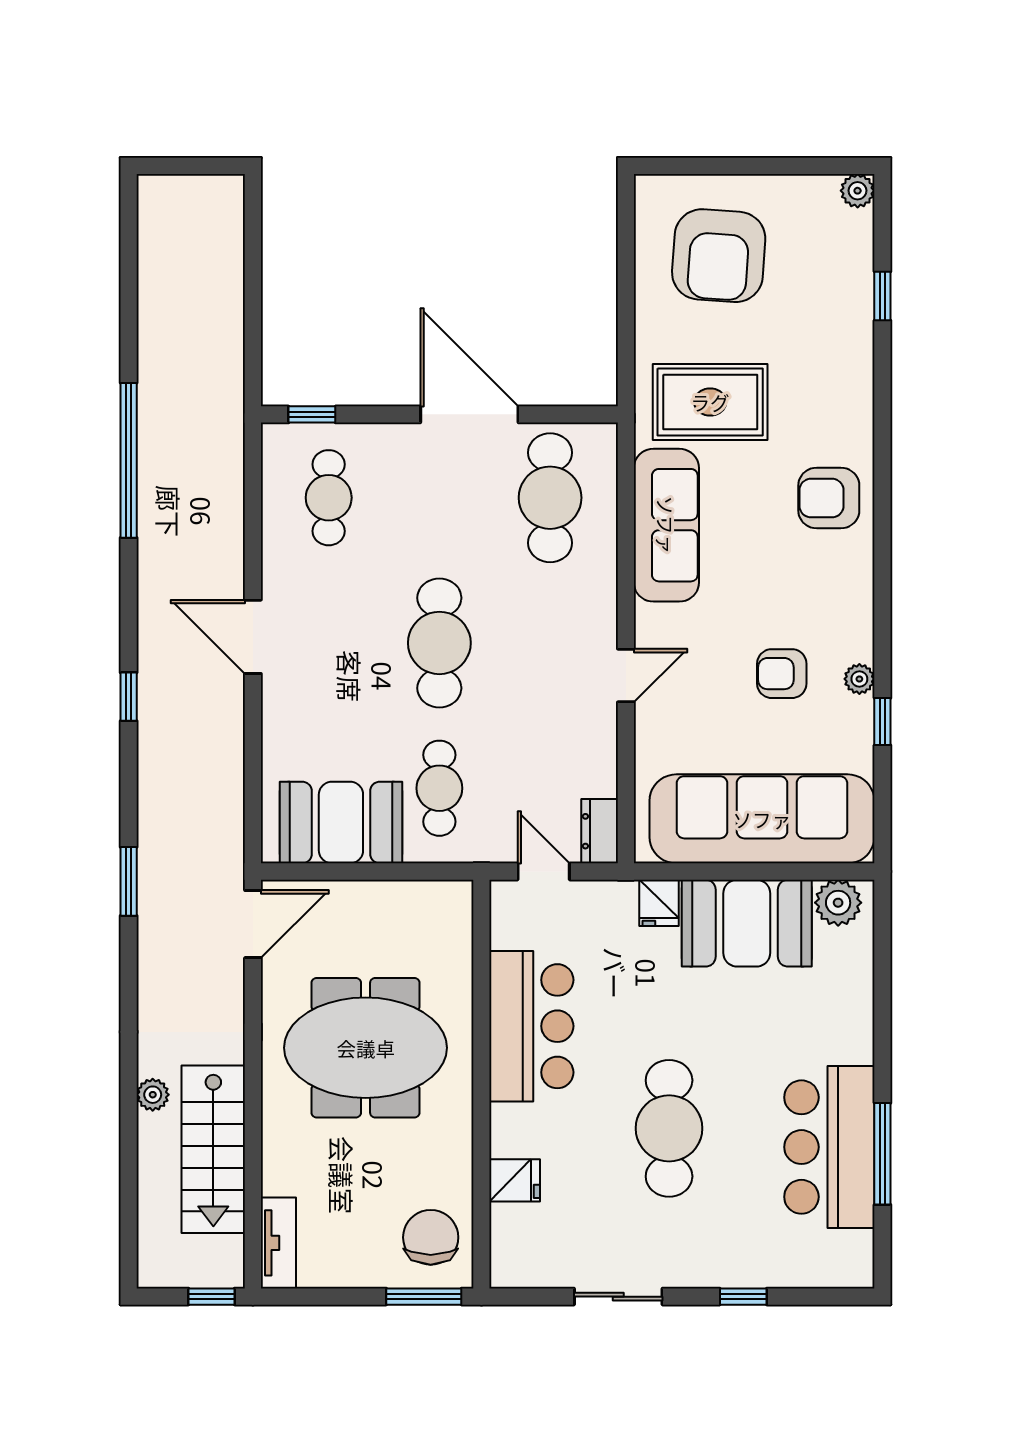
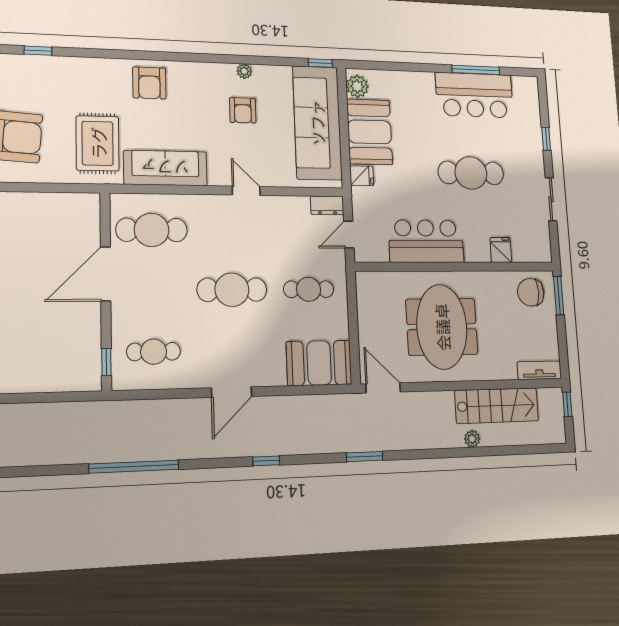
window: (882, 722) -> (320, 63), moved
booth: (341, 823) -> (319, 363), moved, turned 90

